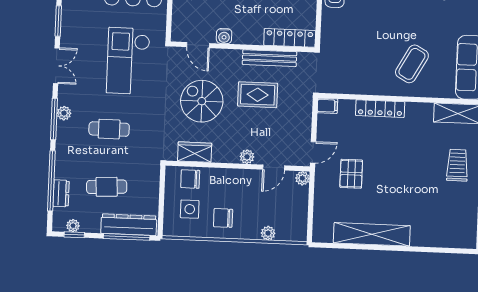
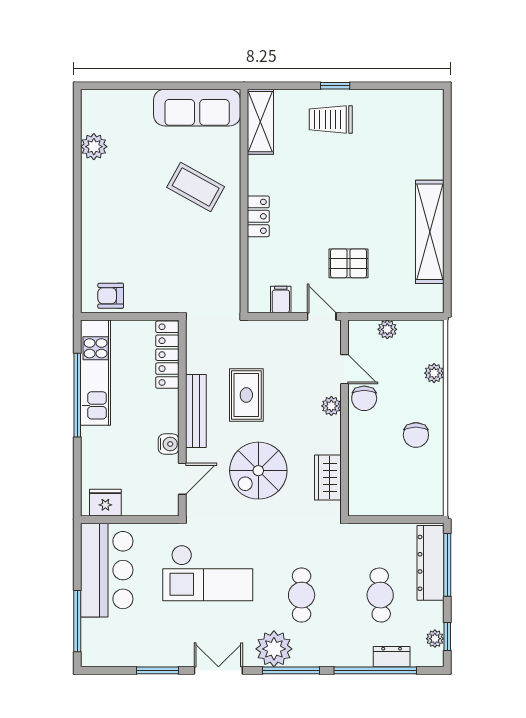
bench: (269, 58) -> (196, 411), moved
filing cabinet: (327, 106) -> (281, 299), moved
locker: (380, 109) -> (258, 216), width x0.66
plant: (64, 113) -> (274, 649), width x1.87, depth x1.87
plant: (302, 178) -> (387, 329), moved
chair: (190, 179) -> (364, 398), moved
side table: (190, 209) -> (406, 481), removed

